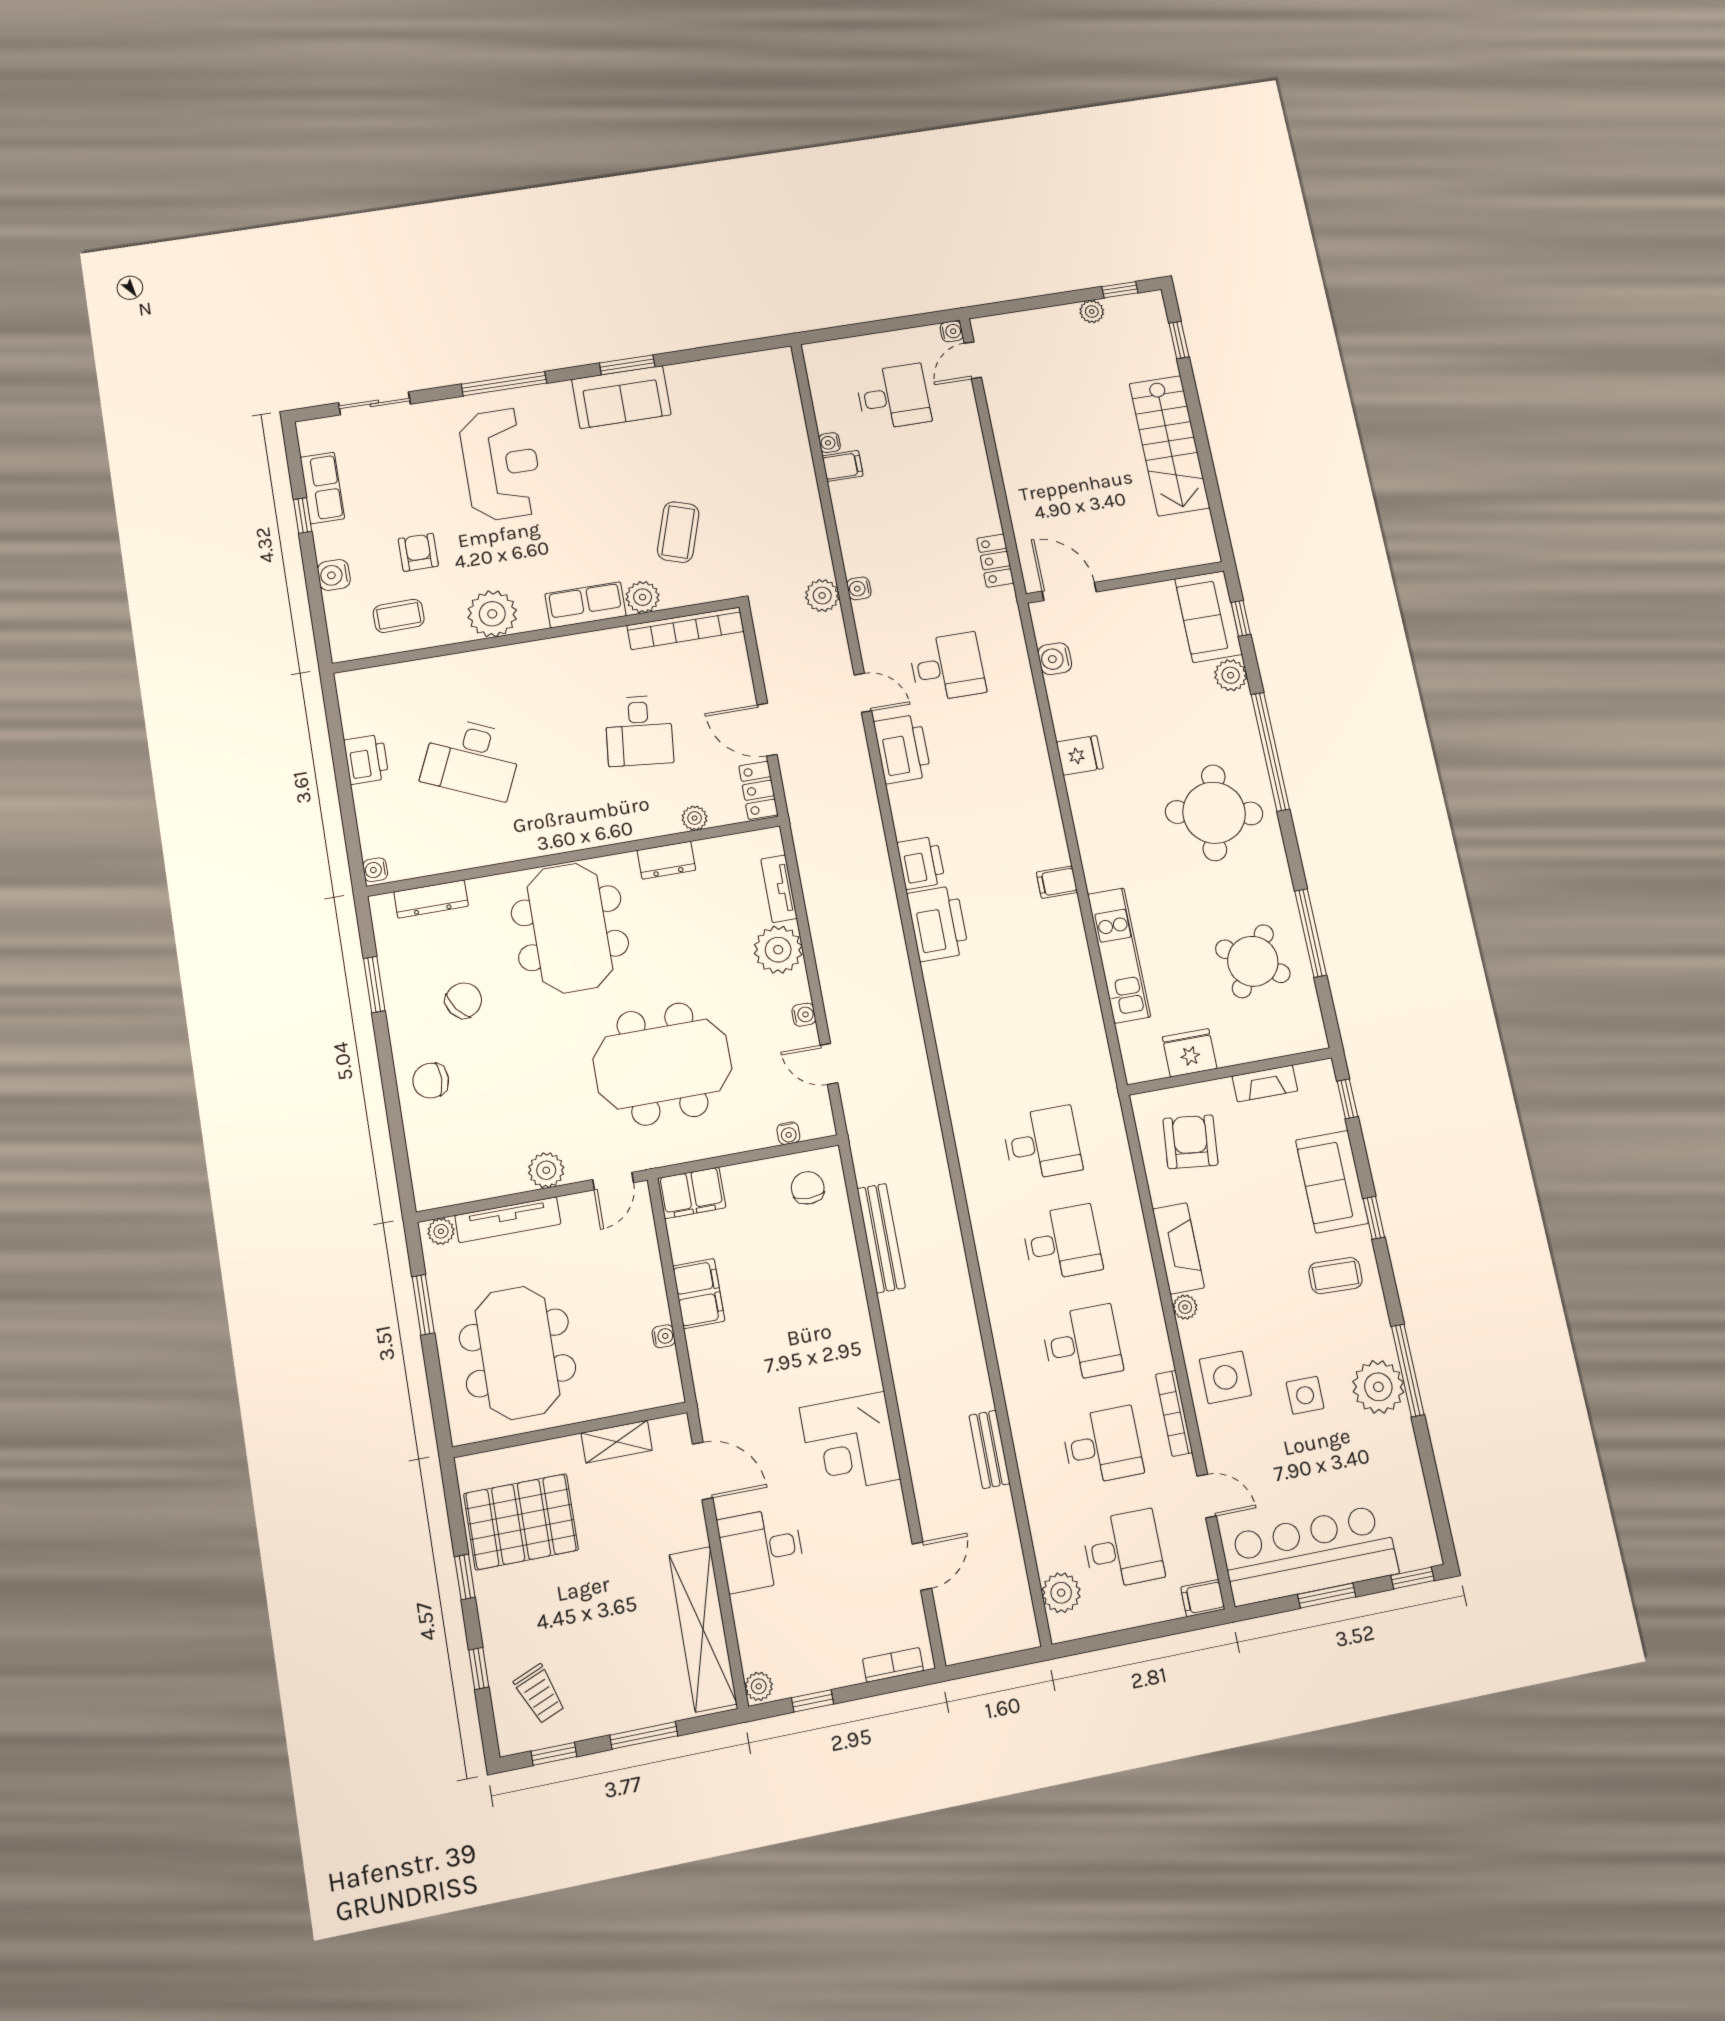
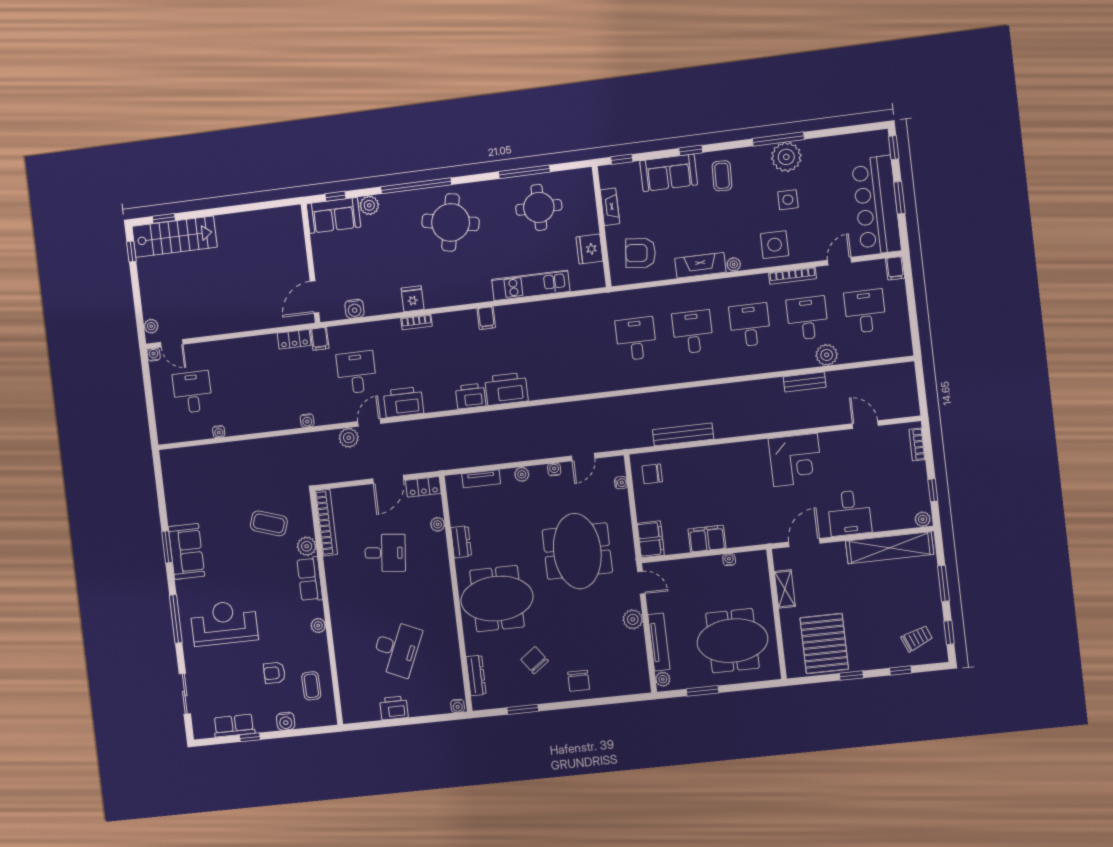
plant: (1092, 311) -> (151, 326), moved
stairs: (1169, 446) -> (174, 237), moved
filing cabinet: (843, 466) -> (320, 339), moved, turned 180
plant: (822, 596) -> (349, 438), moved
plant: (492, 614) -> (318, 625), width x0.53, depth x0.53
bookcase: (1041, 764) -> (417, 322), added
plant: (778, 950) -> (522, 474), width x0.53, depth x0.53
round table: (1253, 961) -> (539, 207), turned -34
plant: (1061, 1593) -> (827, 355), moved

